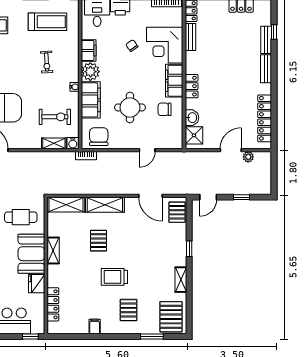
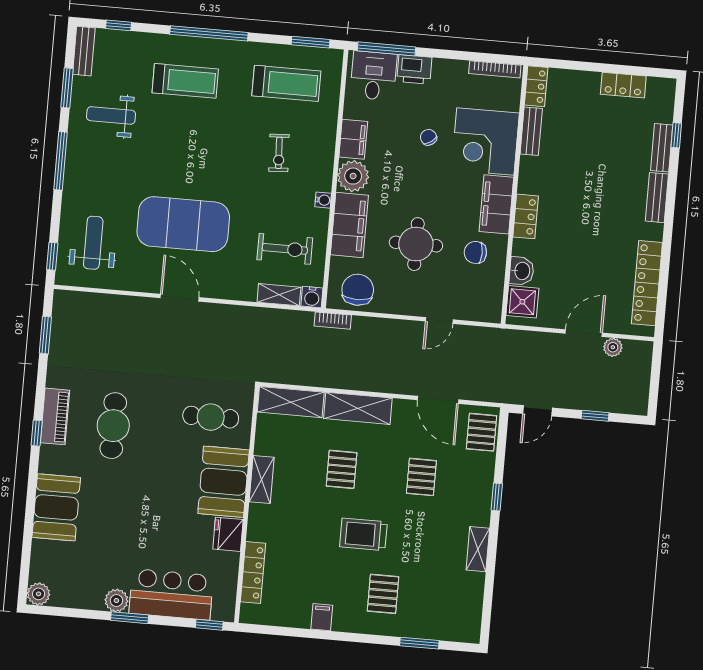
pallet: (171, 317) -> (421, 477), moved, width x0.67, depth x0.71

